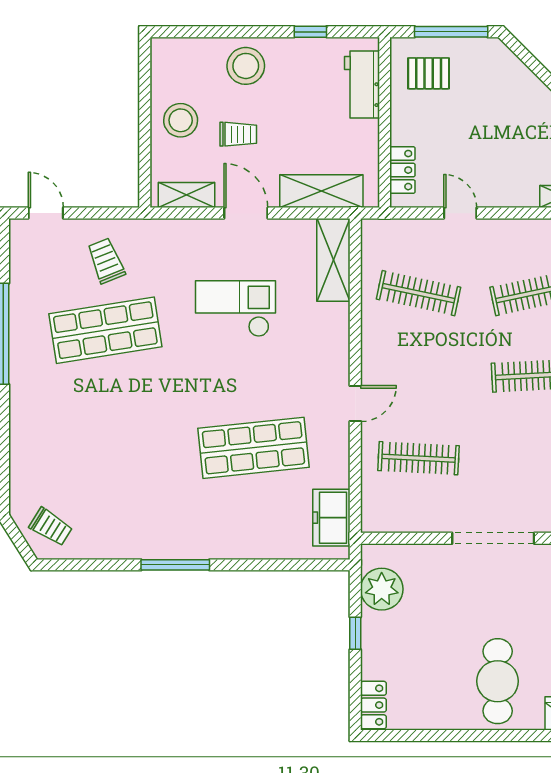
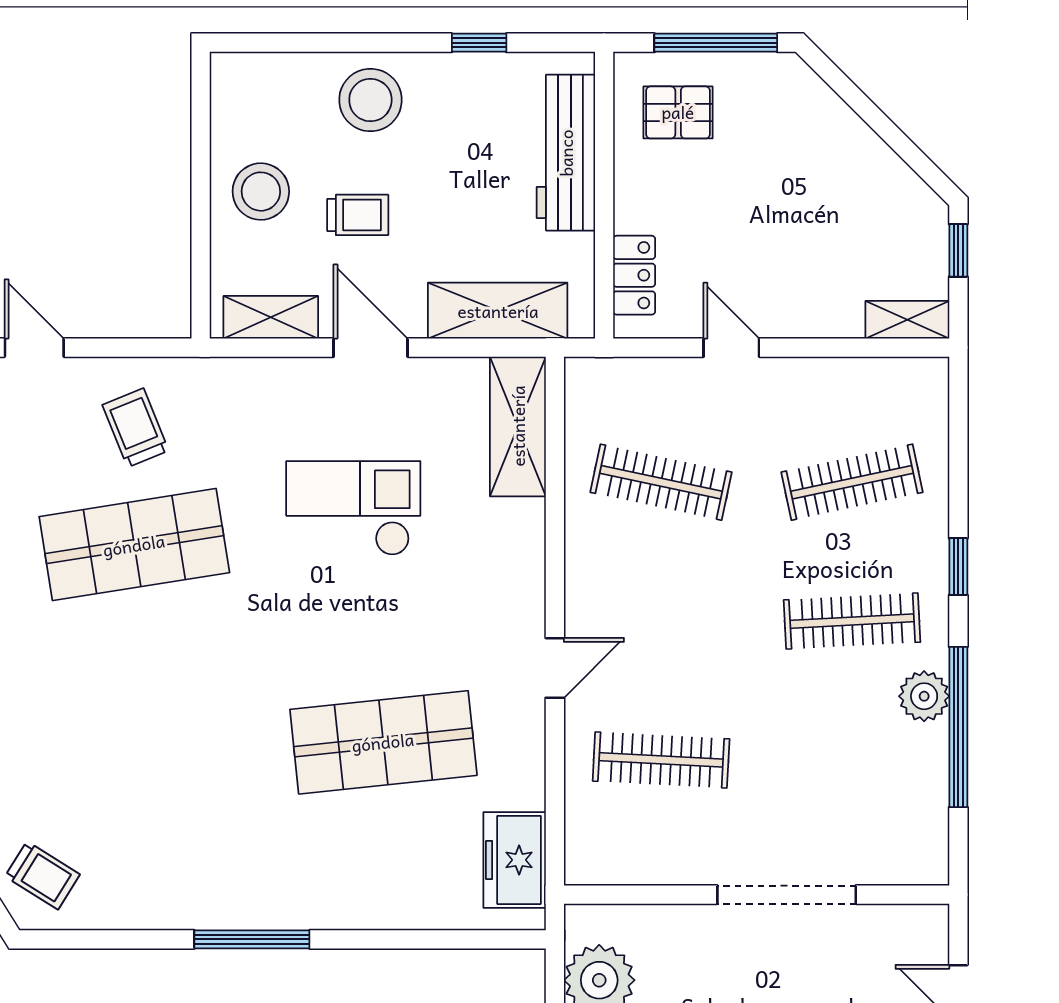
workbench: (362, 85) -> (566, 153), width x1.38

